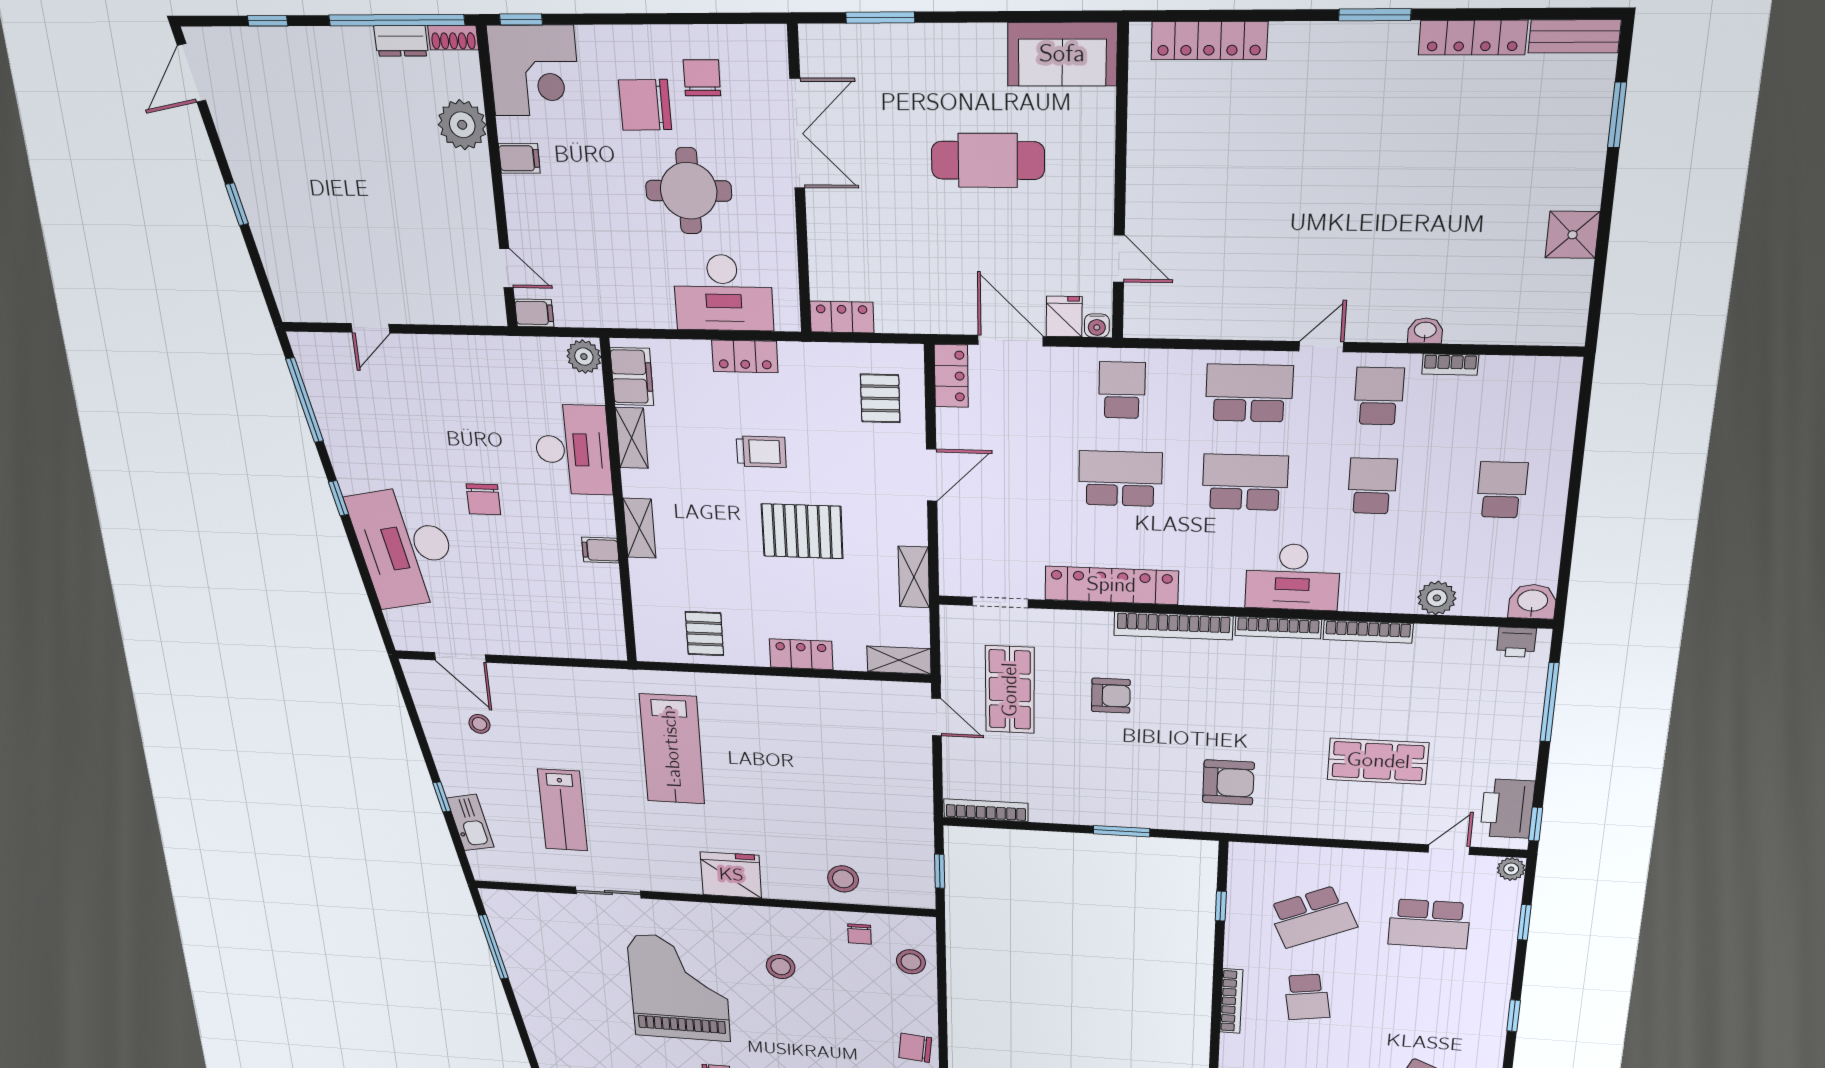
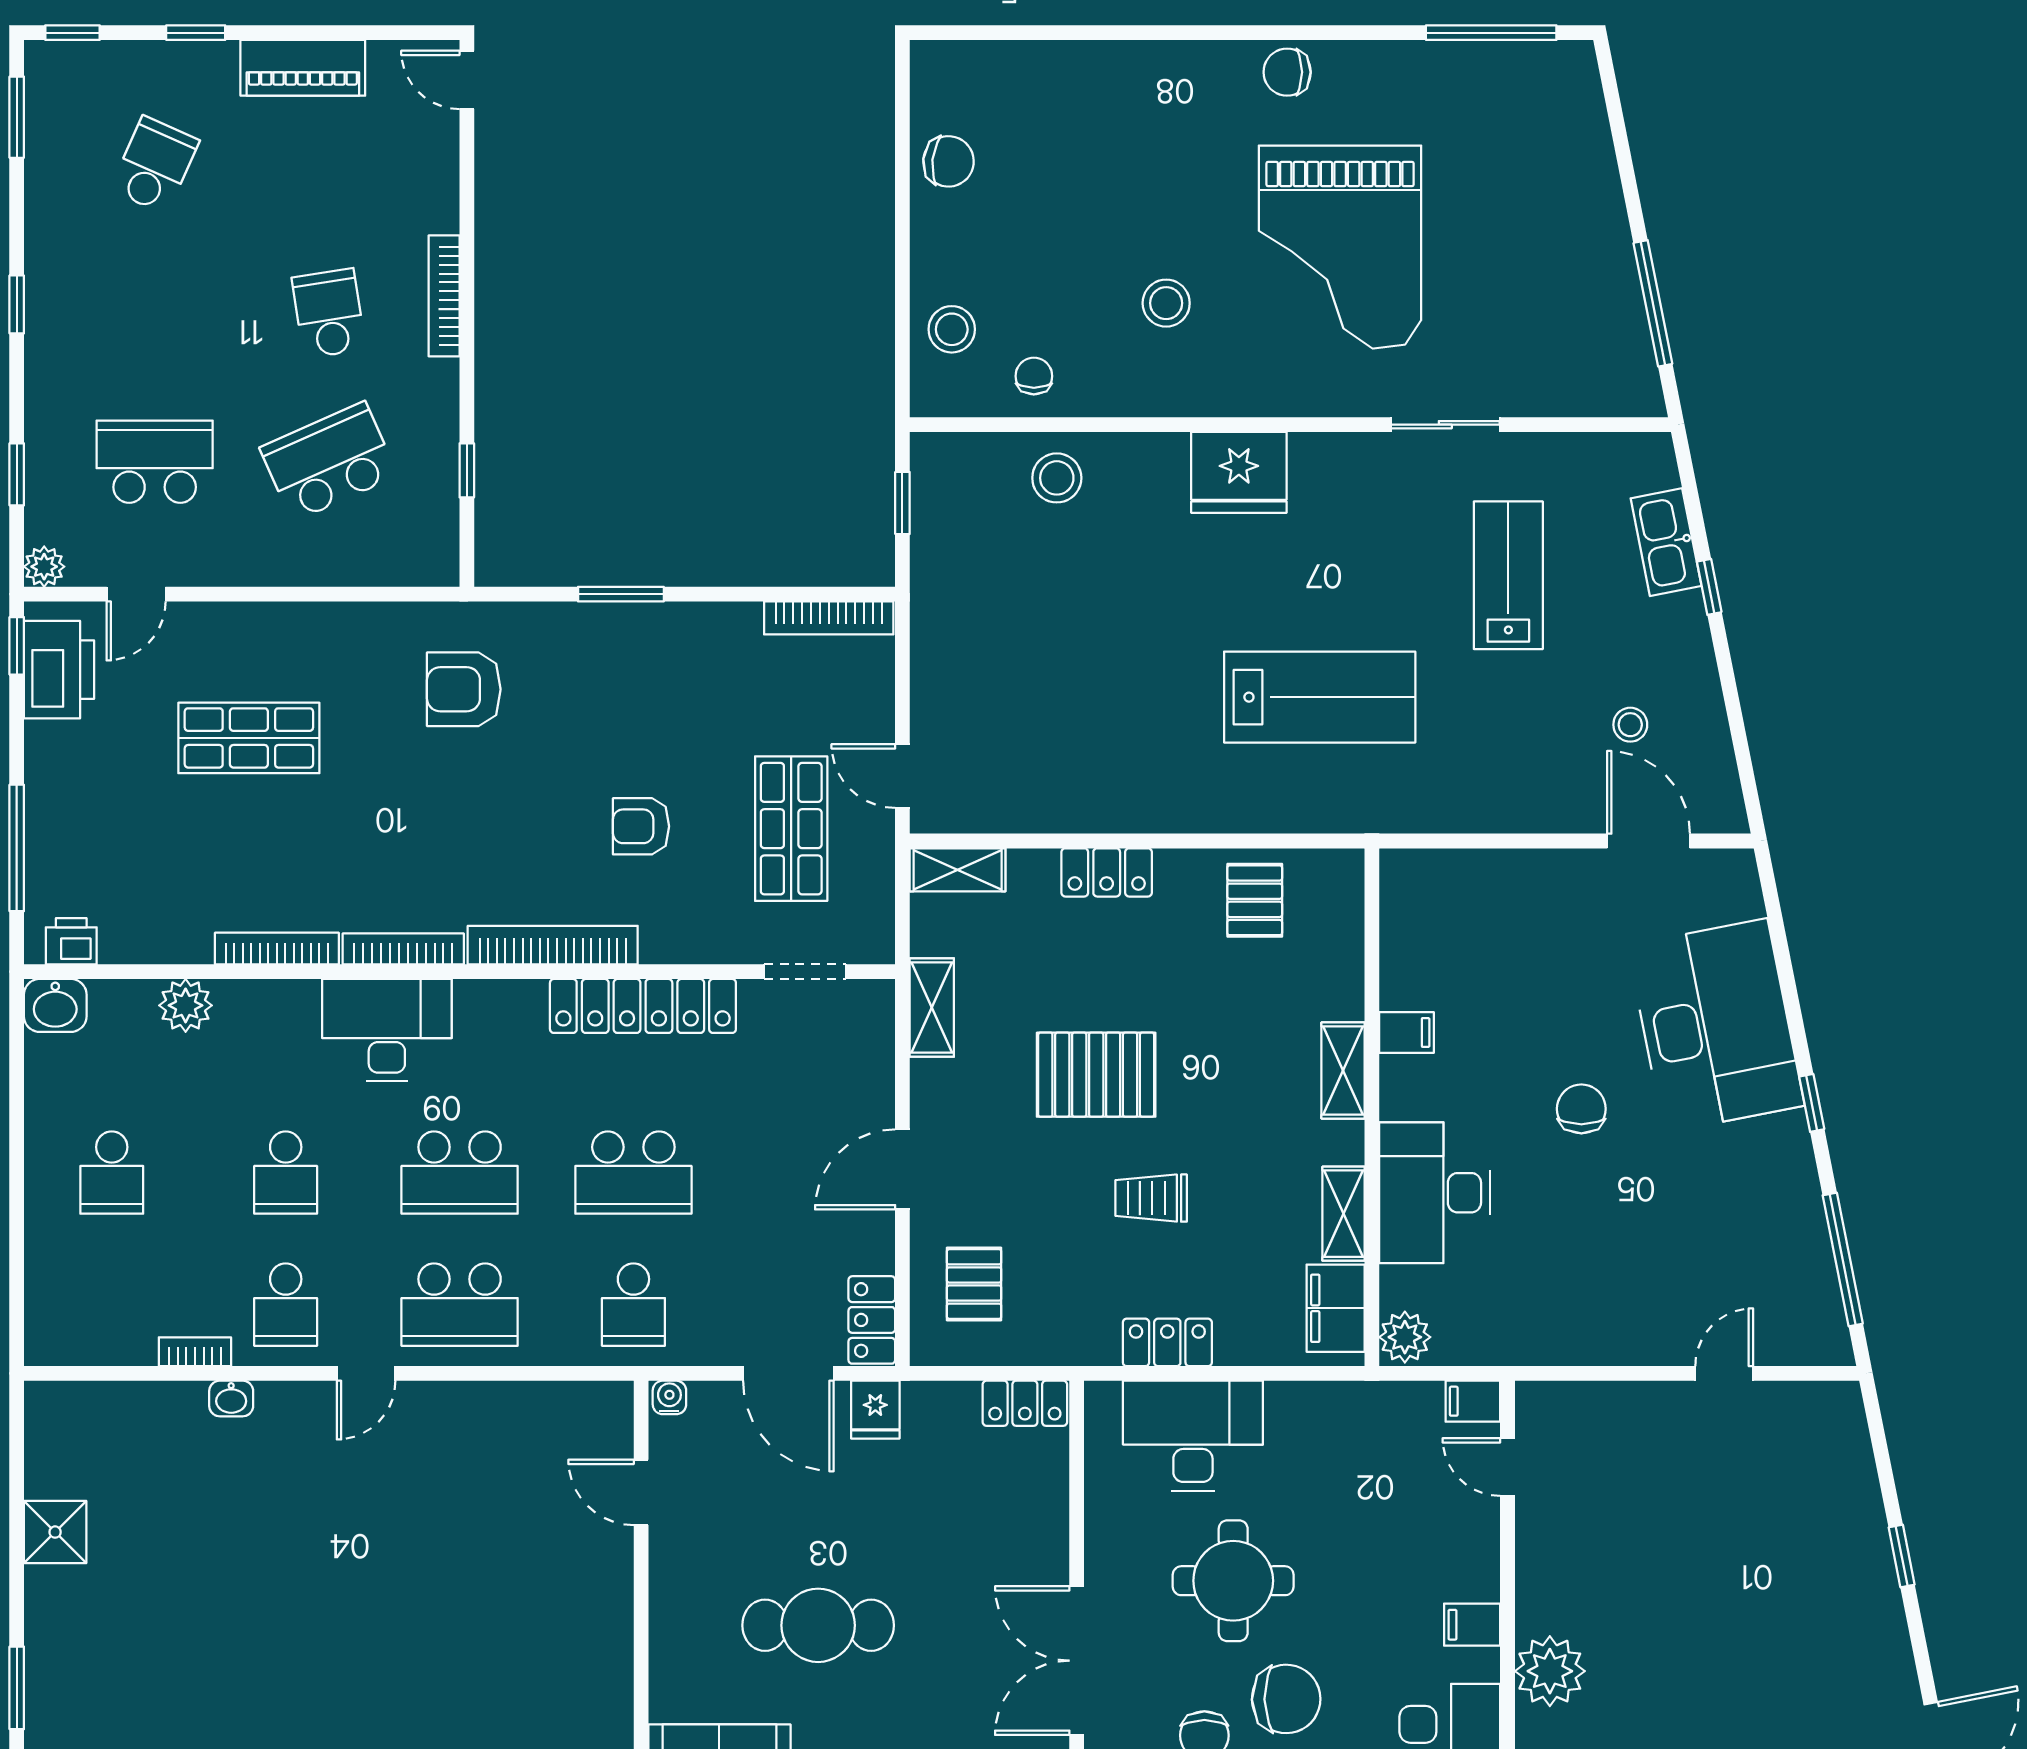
fridge: (1064, 316) -> (875, 1410), moved
lab bench: (672, 749) -> (1320, 697), turned 90

